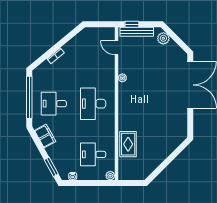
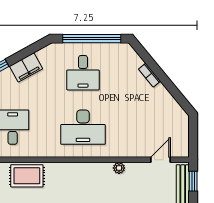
desk: (54, 104) -> (83, 73), turned 180
desk: (93, 104) -> (83, 127), turned 180
filing cabinet: (45, 136) -> (26, 67), moved

